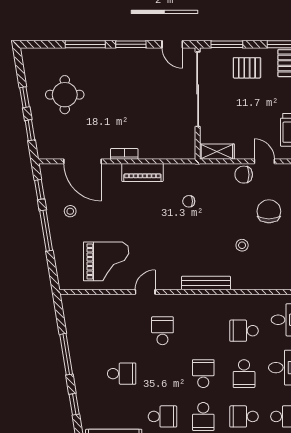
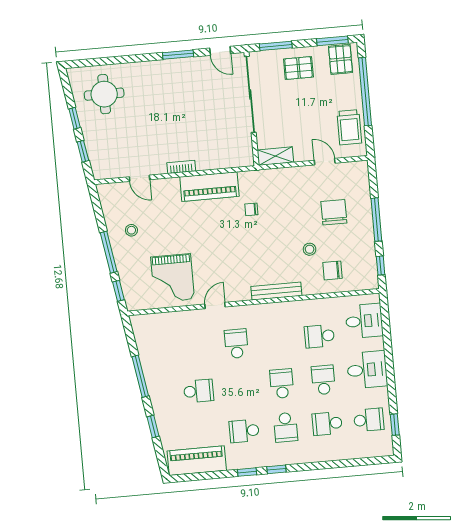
window: (85, 44) -> (132, 59), removed
round table: (65, 95) -> (104, 94), moved
door: (83, 161) -> (139, 178), width x0.53
piano: (142, 172) -> (209, 187), width x1.37, depth x1.33
chair: (244, 175) -> (332, 270), moved
window: (39, 189) -> (118, 291), moved
grand piano: (106, 261) -> (173, 278), turned 90
school desk: (244, 374) -> (323, 380), turned 180
school desk: (162, 416) -> (244, 431), turned 180

